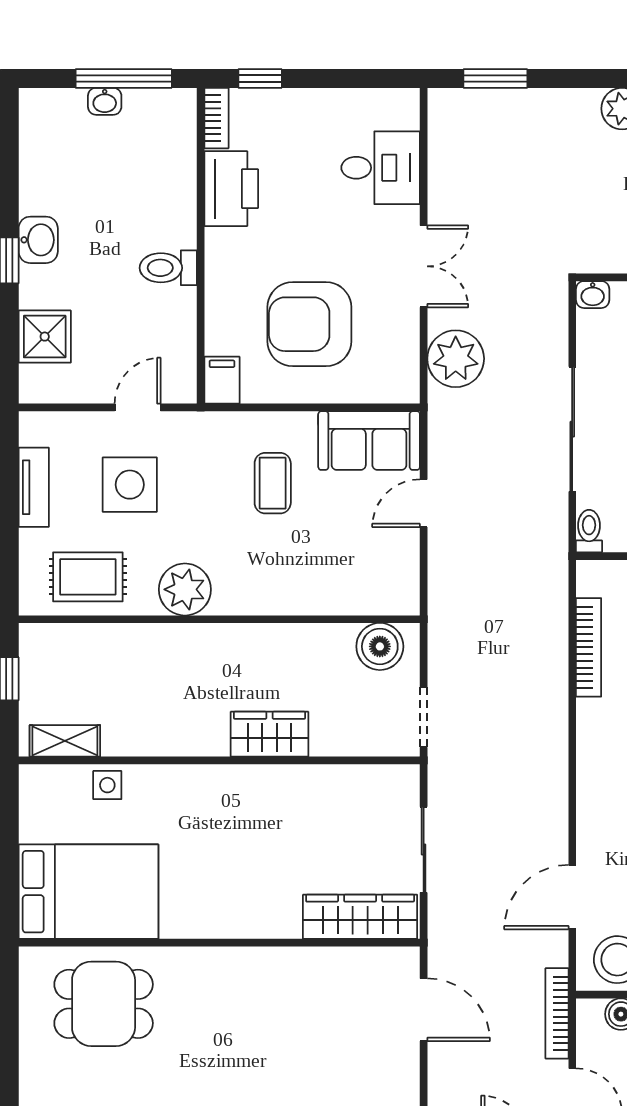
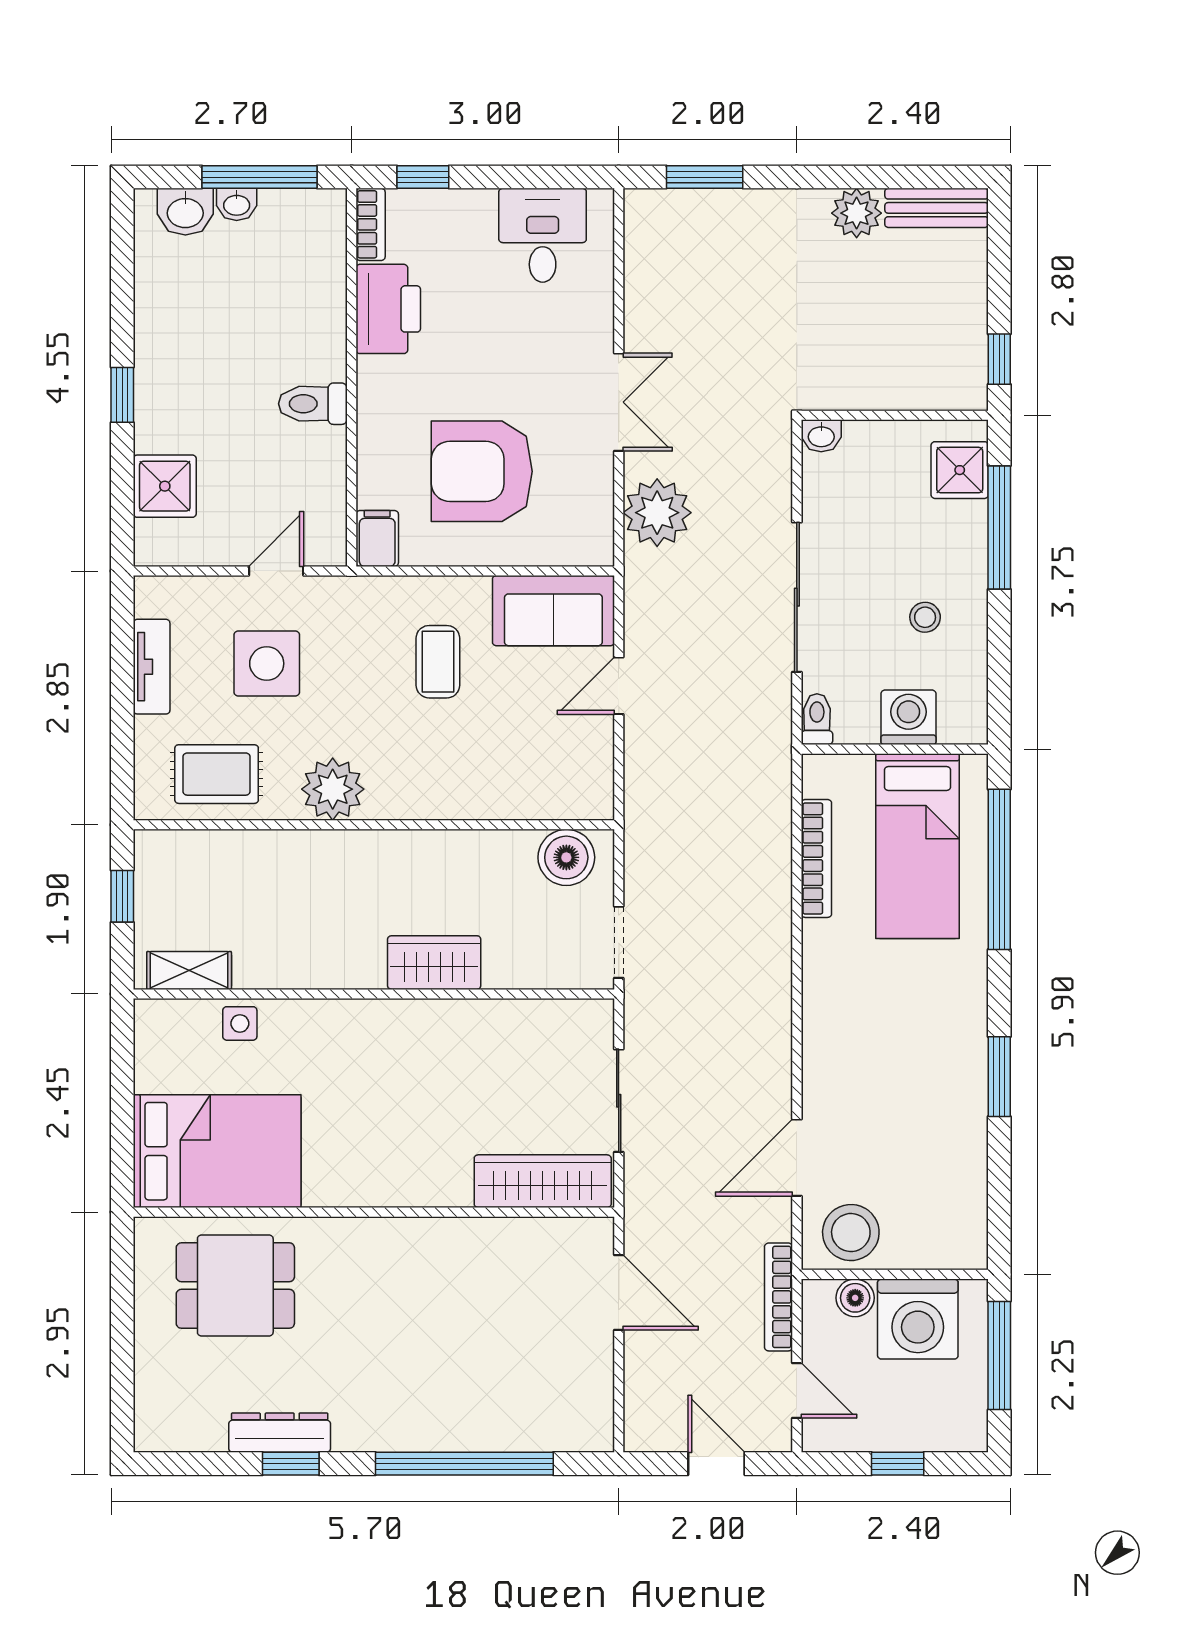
desk: (381, 168) -> (543, 235), moved, turned -90
washbasin: (38, 240) -> (185, 212), moved, turned 90

